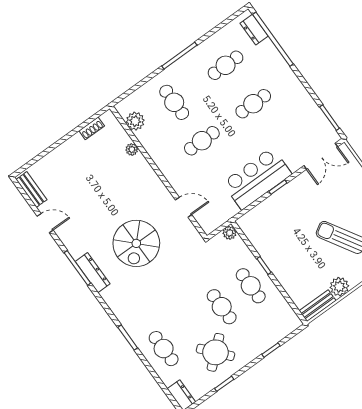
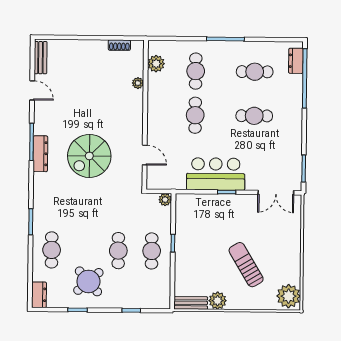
cafe table: (202, 141) -> (195, 115), turned 90

